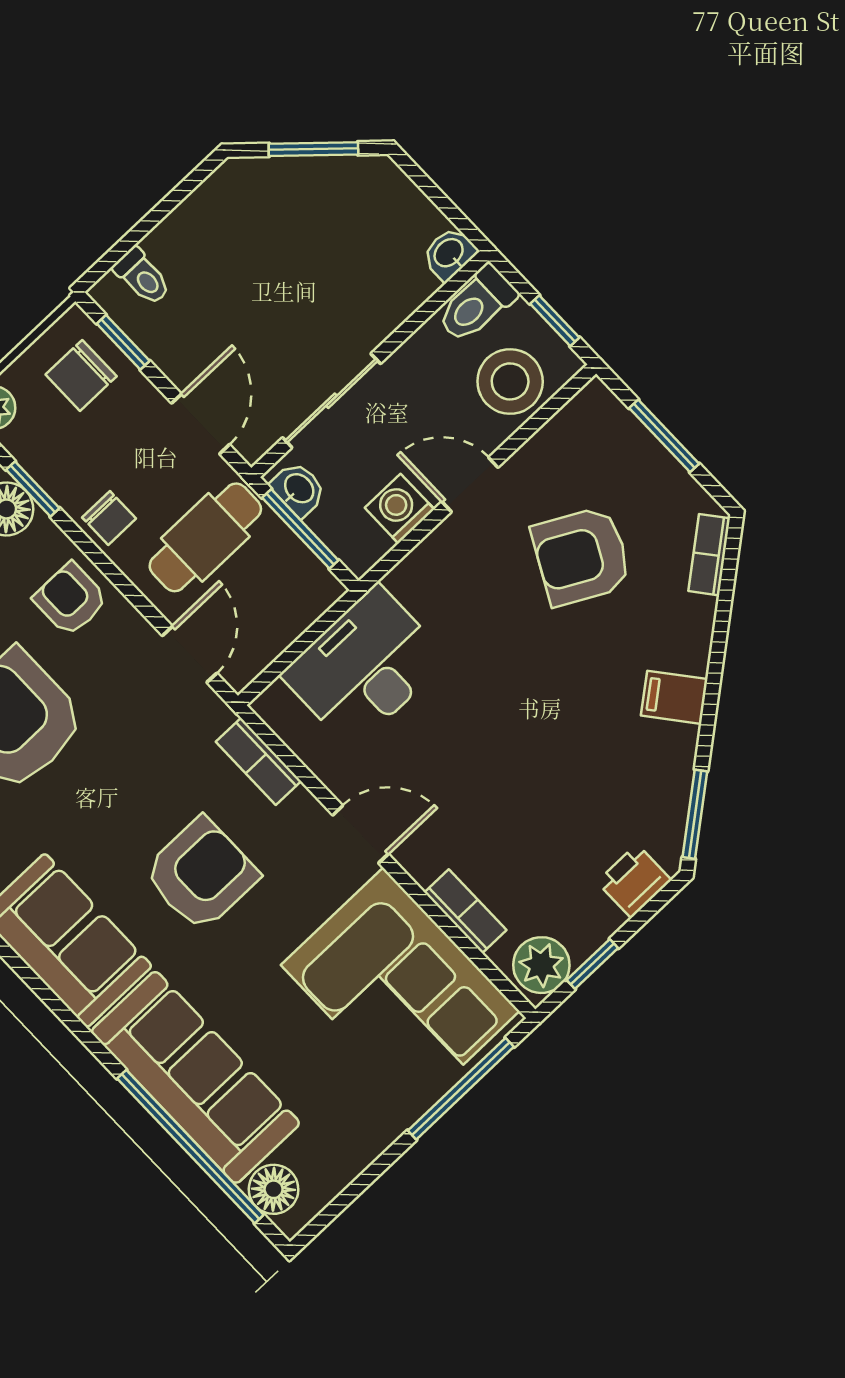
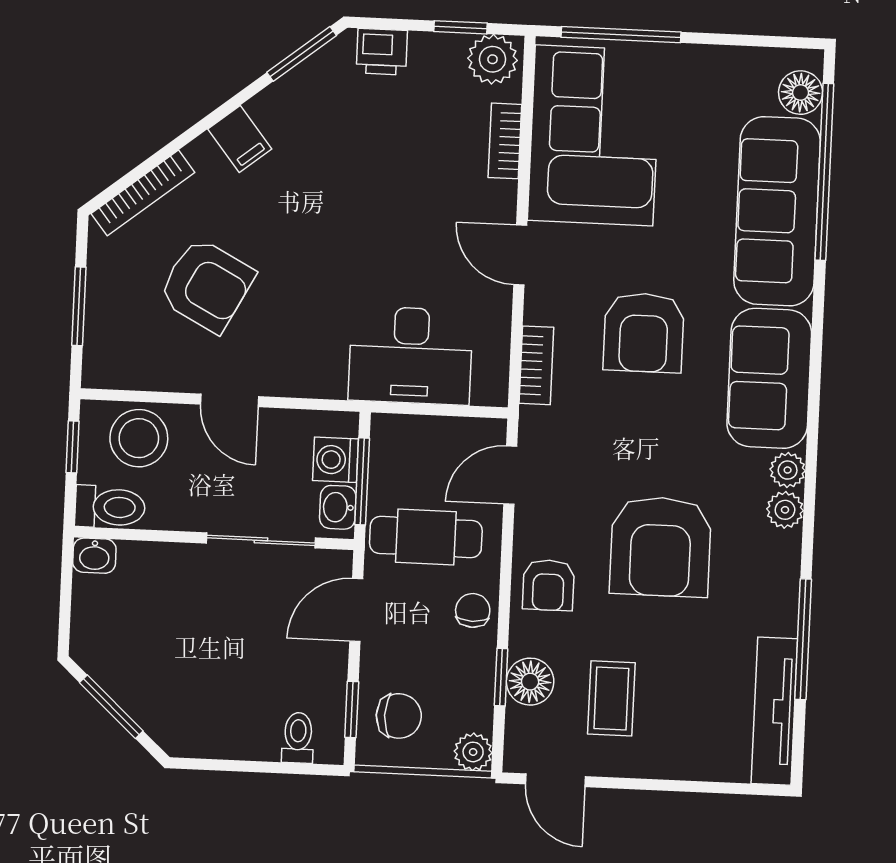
washing machine: (400, 509) -> (336, 460), moved, turned 90
bookcase: (709, 555) -> (143, 193), width x1.56
armchair: (201, 874) -> (644, 333), turned -90

